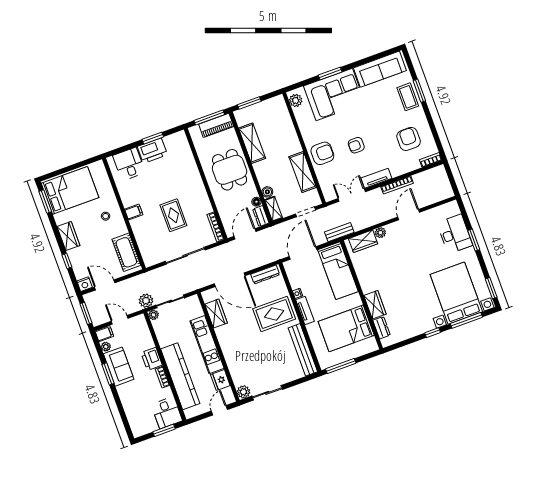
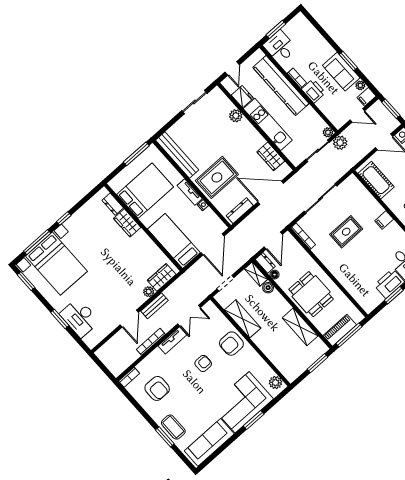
rug: (173, 215) -> (346, 232), turned 90
bench: (339, 232) -> (155, 306), moved
plant: (243, 392) -> (236, 116), moved

